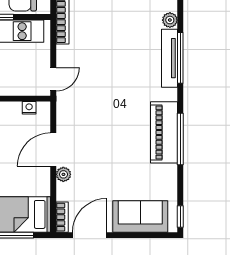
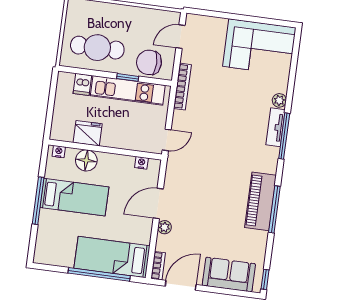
tv unit: (170, 58) -> (275, 127), width x0.71

